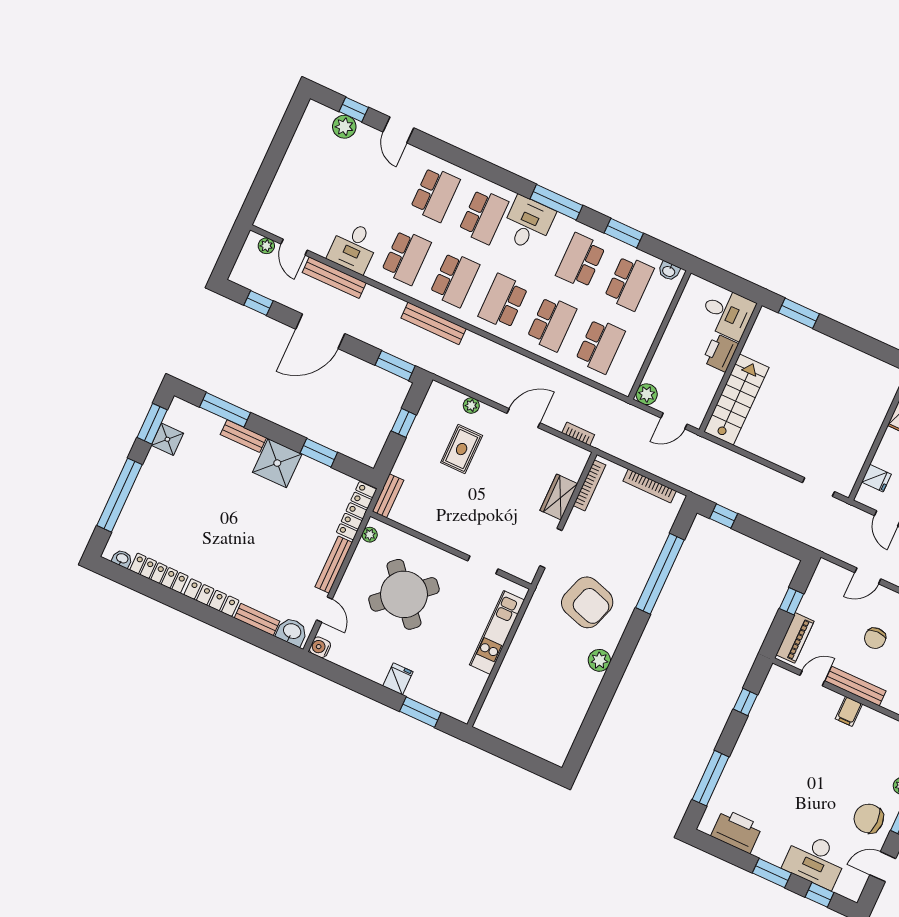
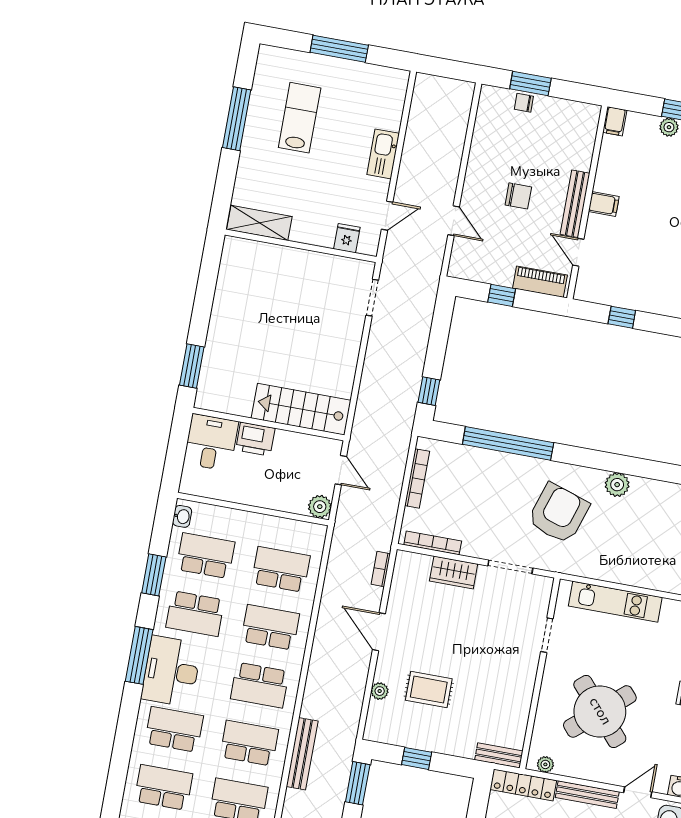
desk: (528, 224) -> (171, 671), width x1.37

